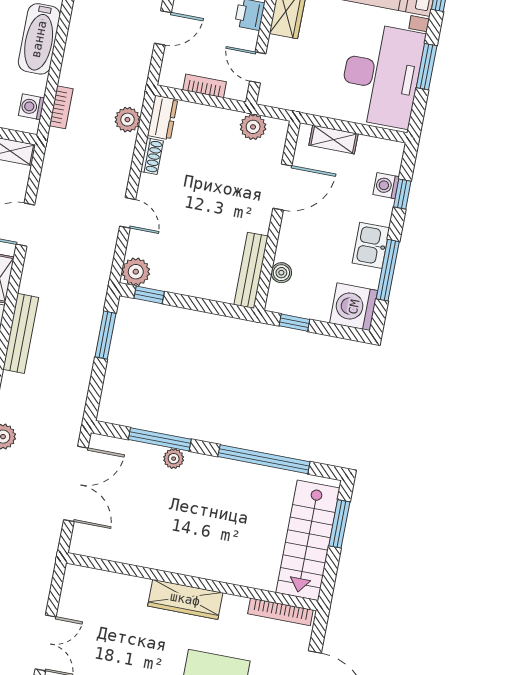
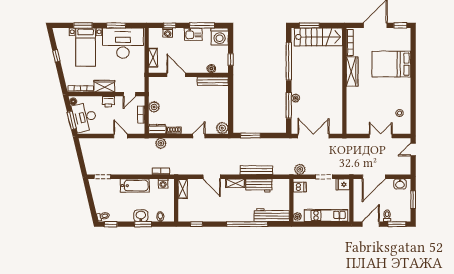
plant: (253, 127) -> (154, 107), moved
window: (149, 295) -> (231, 121), removed
wardrobe: (185, 599) -> (352, 71), moved

